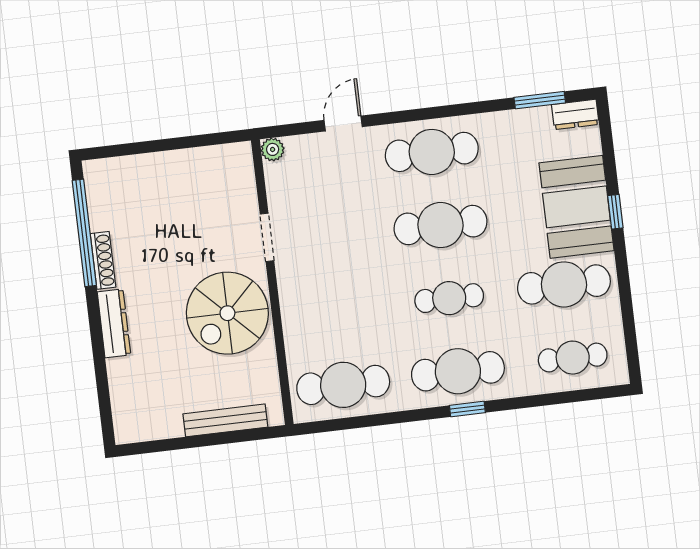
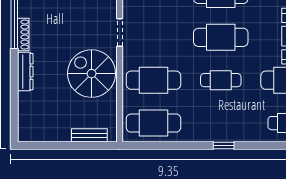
spiral stairs: (227, 313) -> (92, 74), turned 90
cafe table: (458, 371) -> (154, 80), moved
bench: (225, 420) -> (89, 135), width x0.73

